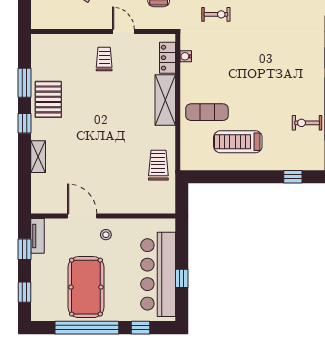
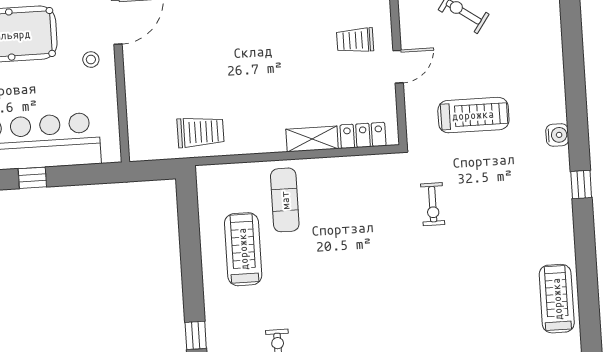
water cooler: (186, 56) -> (367, 163), removed
trolley: (104, 59) -> (355, 40), turned 180
shelving: (165, 100) -> (312, 139), width x0.67, depth x0.75

